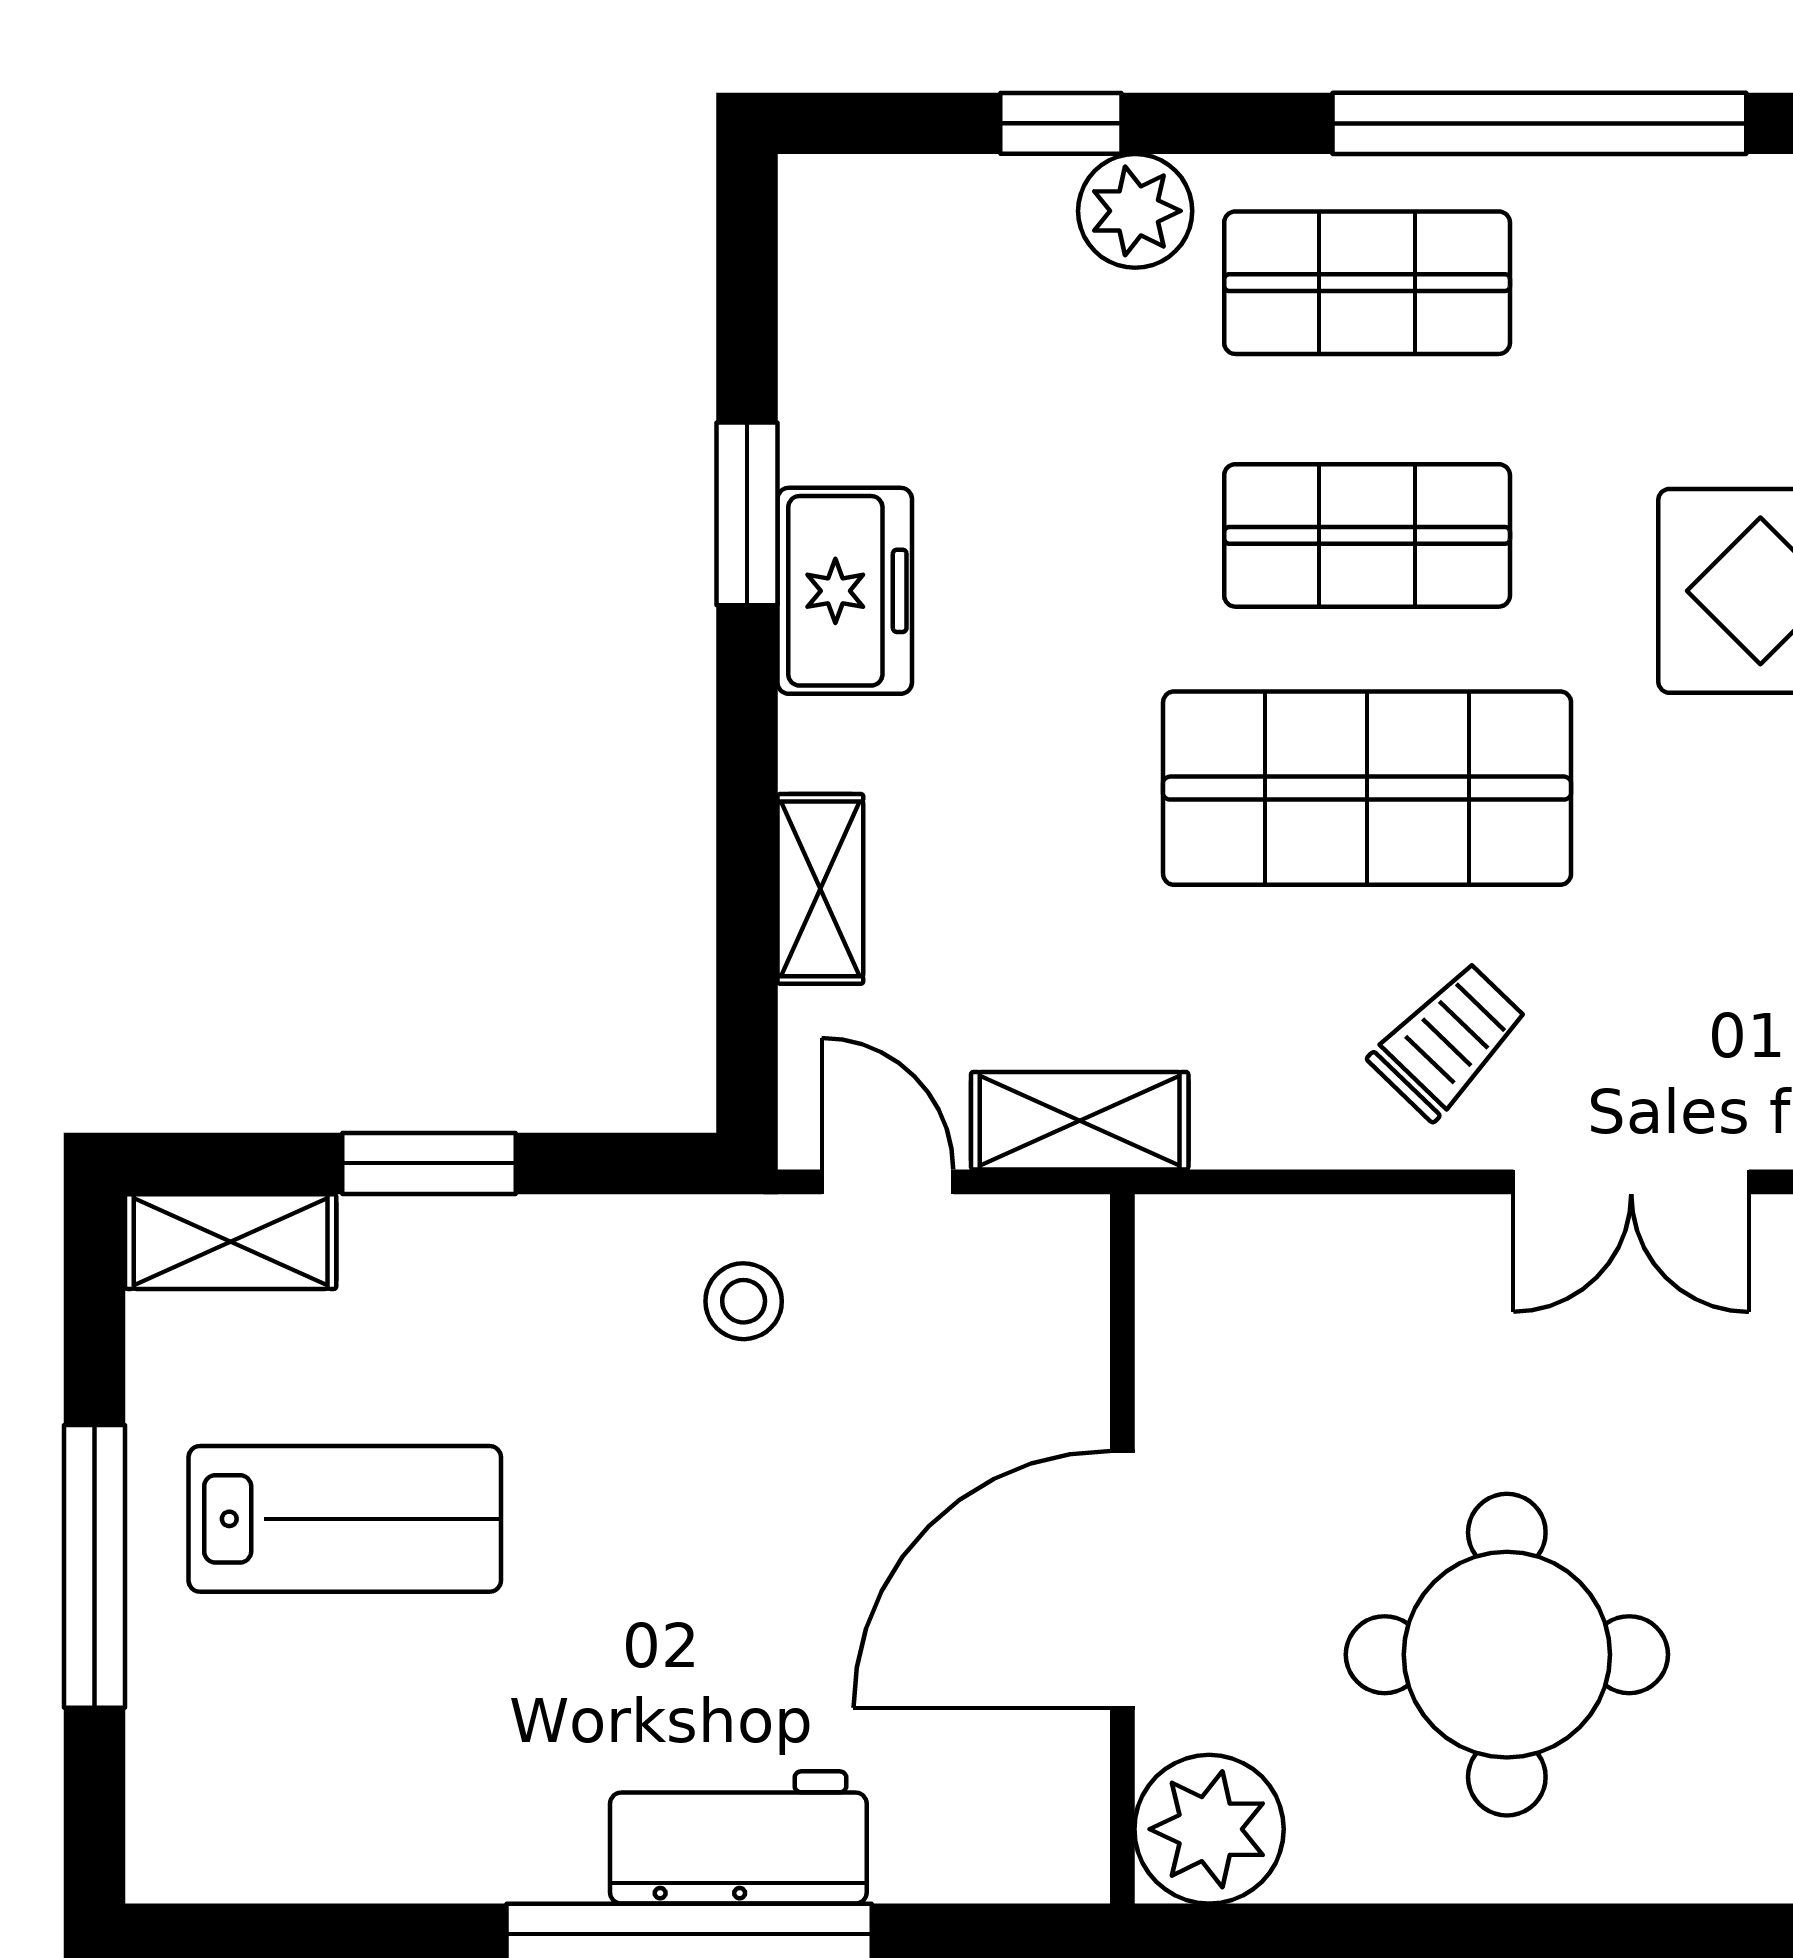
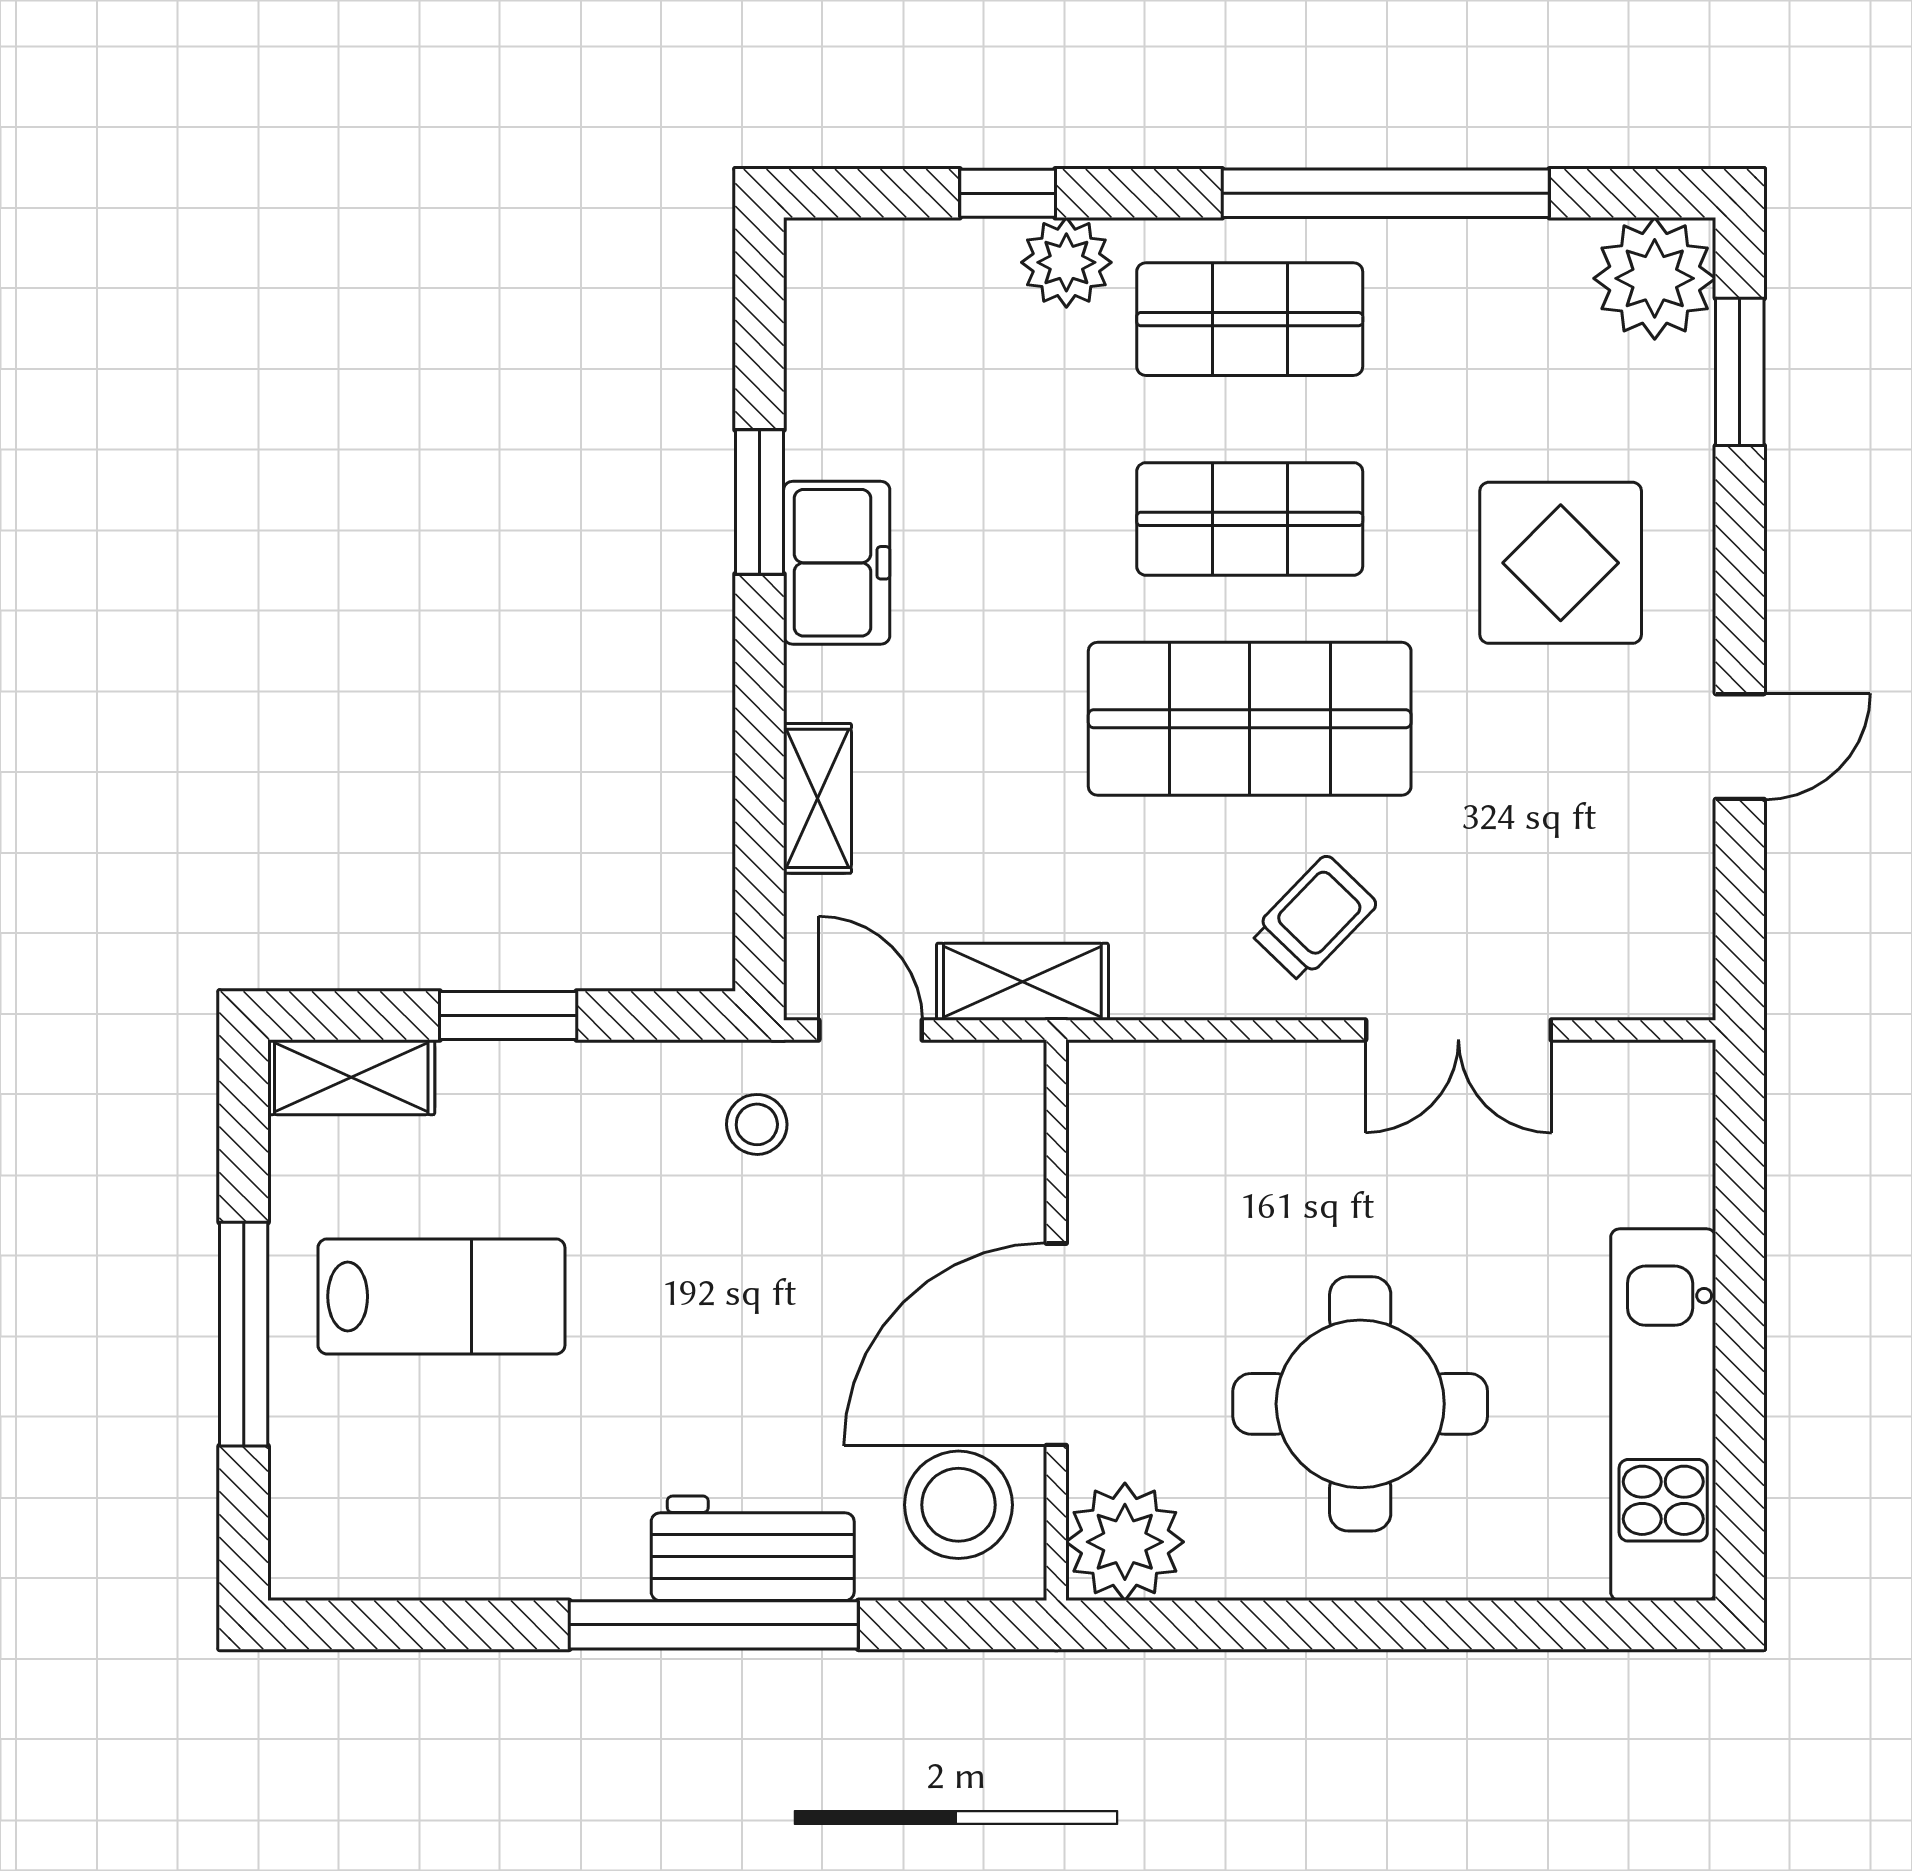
stool: (999, 1782) -> (958, 1505), added

